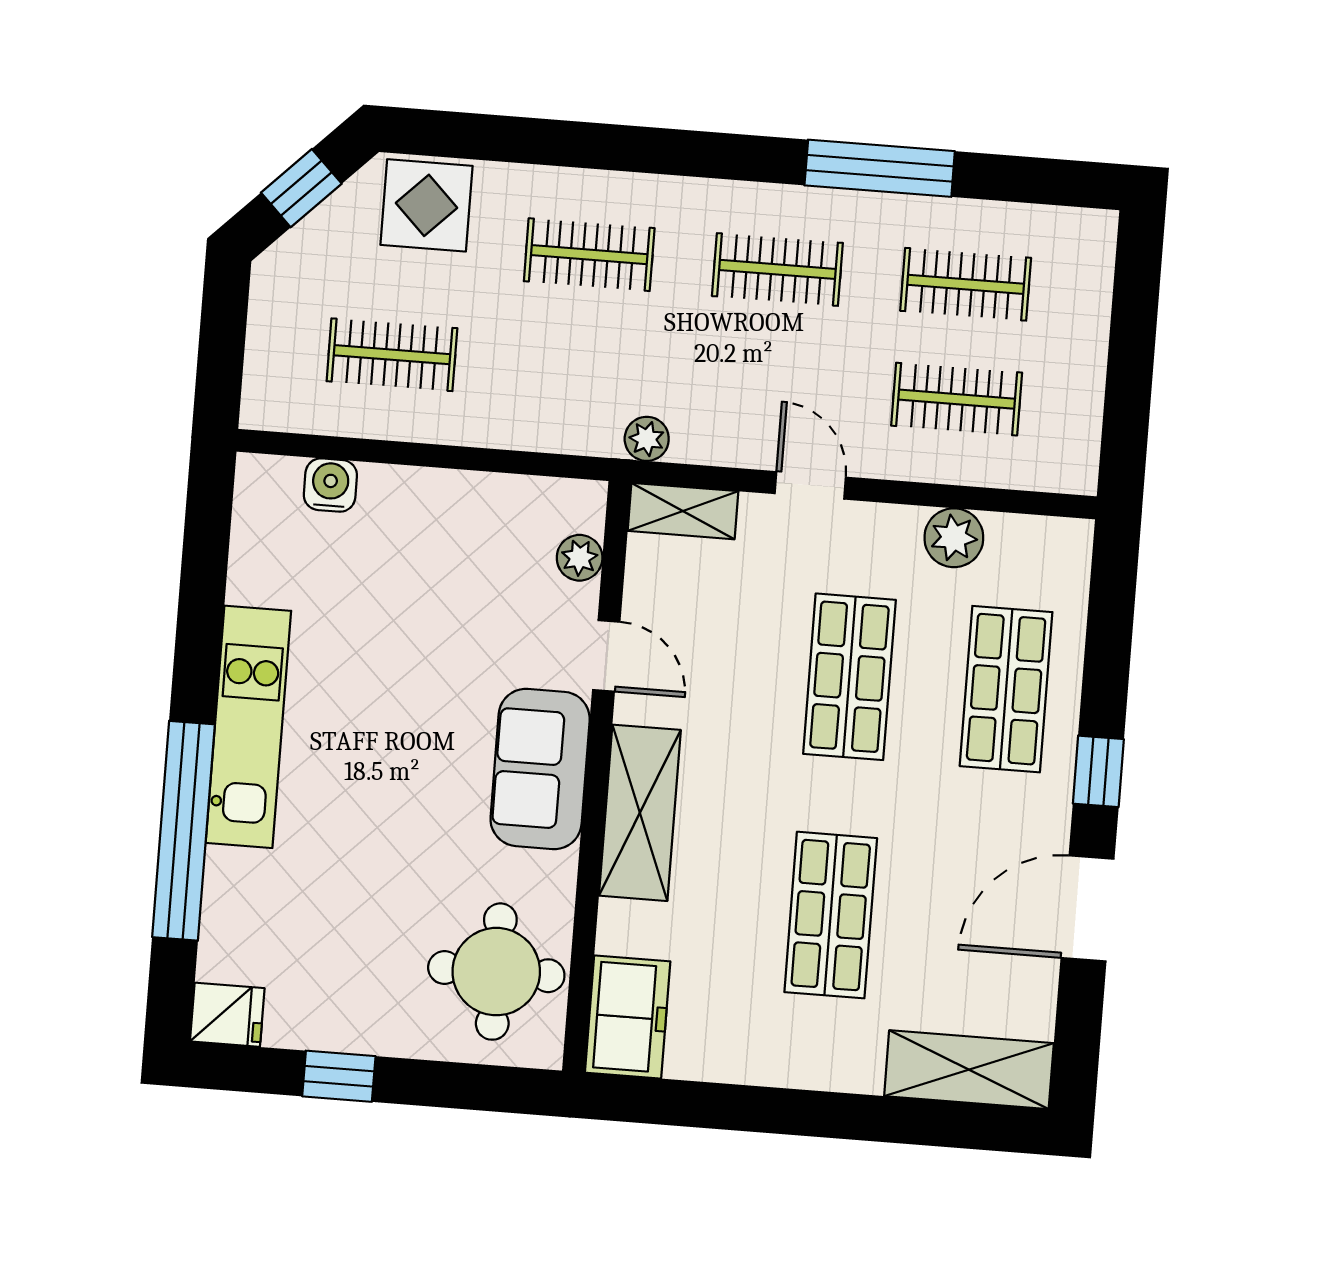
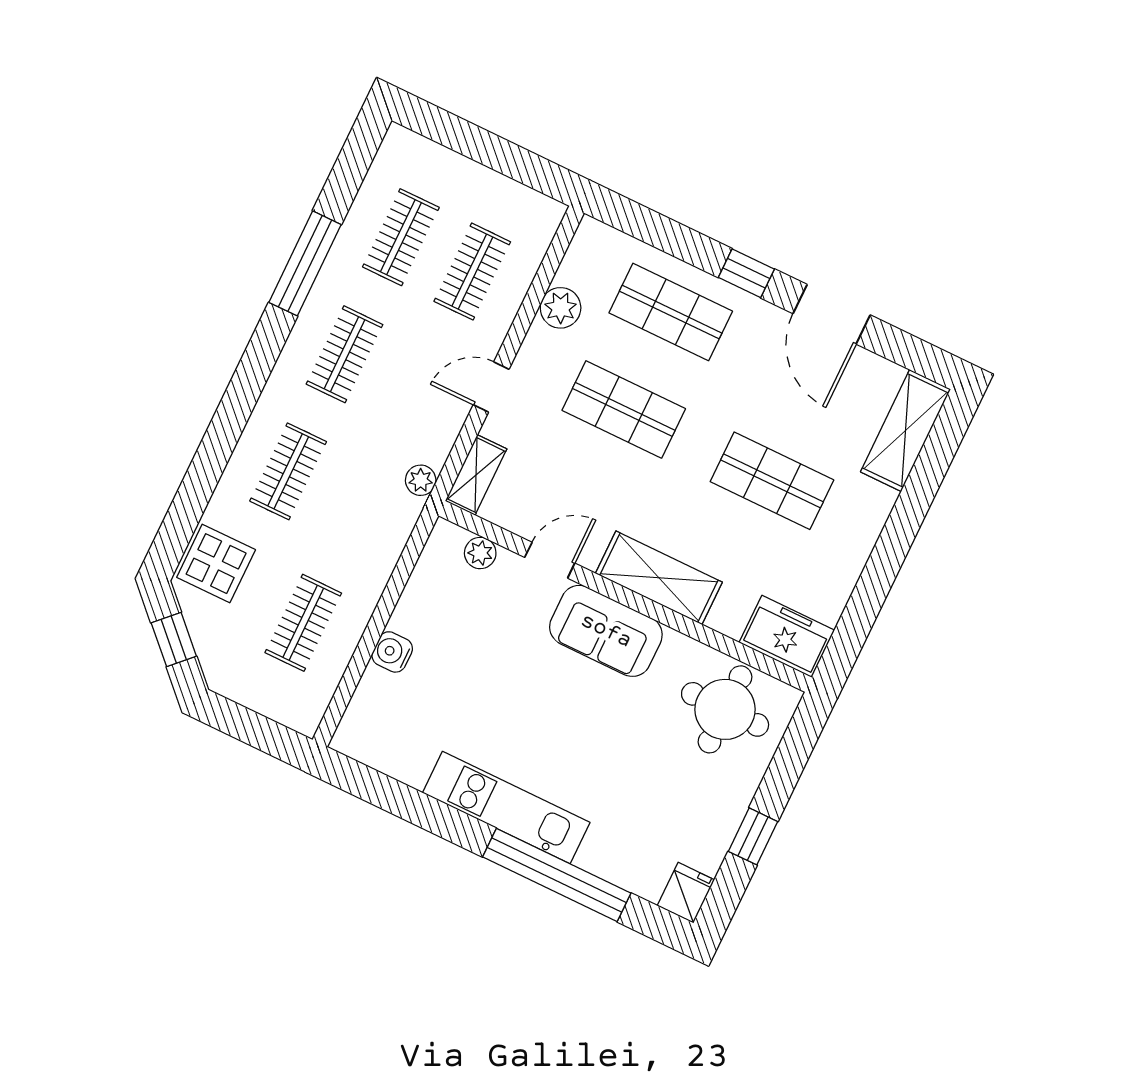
water cooler: (330, 485) -> (392, 652), moved

